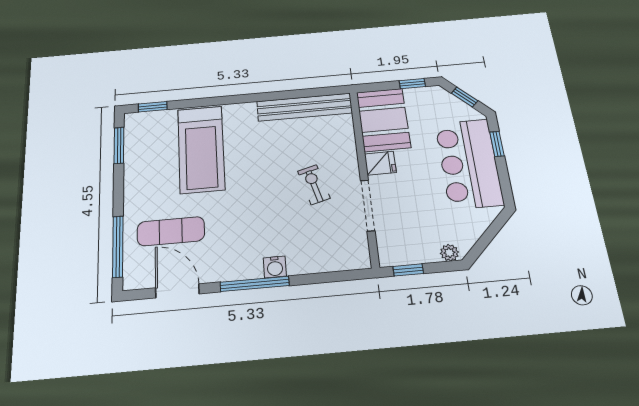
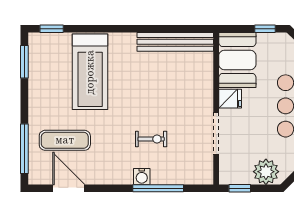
exercise bike: (314, 185) -> (151, 139), moved, turned 105
plant: (449, 253) -> (266, 172), width x1.88, depth x1.88
window: (255, 284) -> (158, 188), moved

